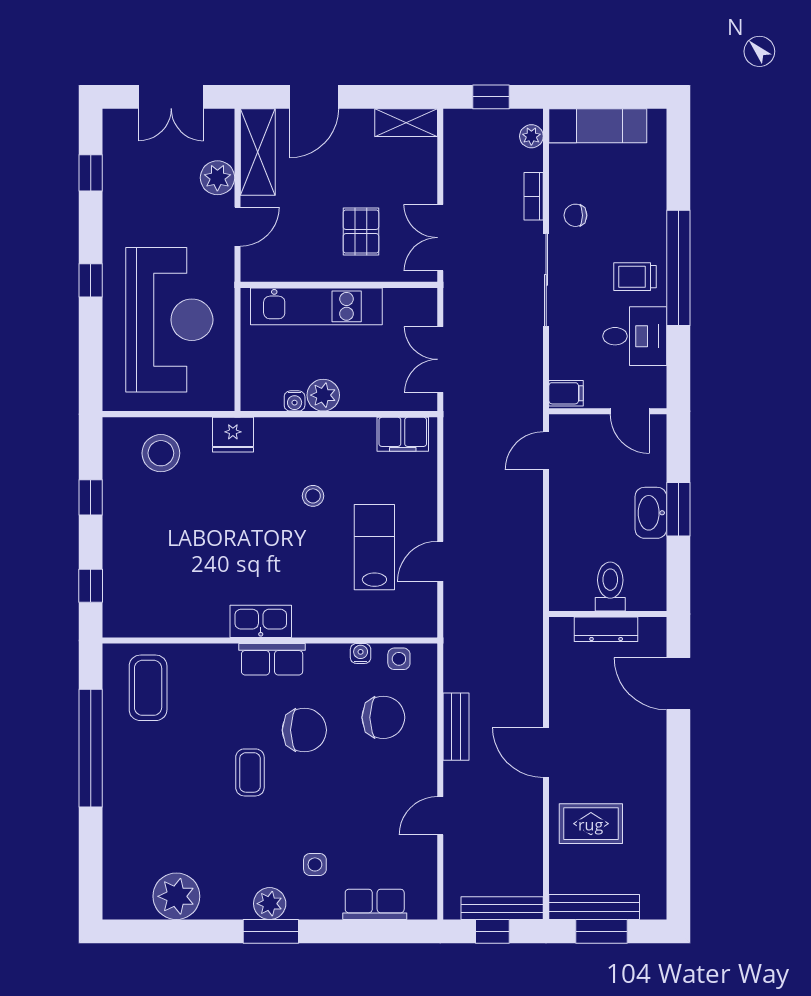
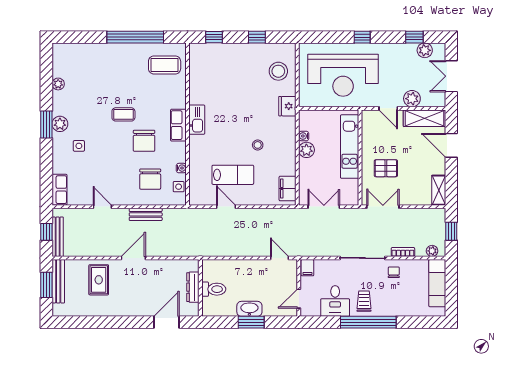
plant: (118, 151) -> (425, 50), added
plant: (176, 896) -> (58, 84), width x0.53, depth x0.53
row of seats: (375, 904) -> (60, 190), moved

